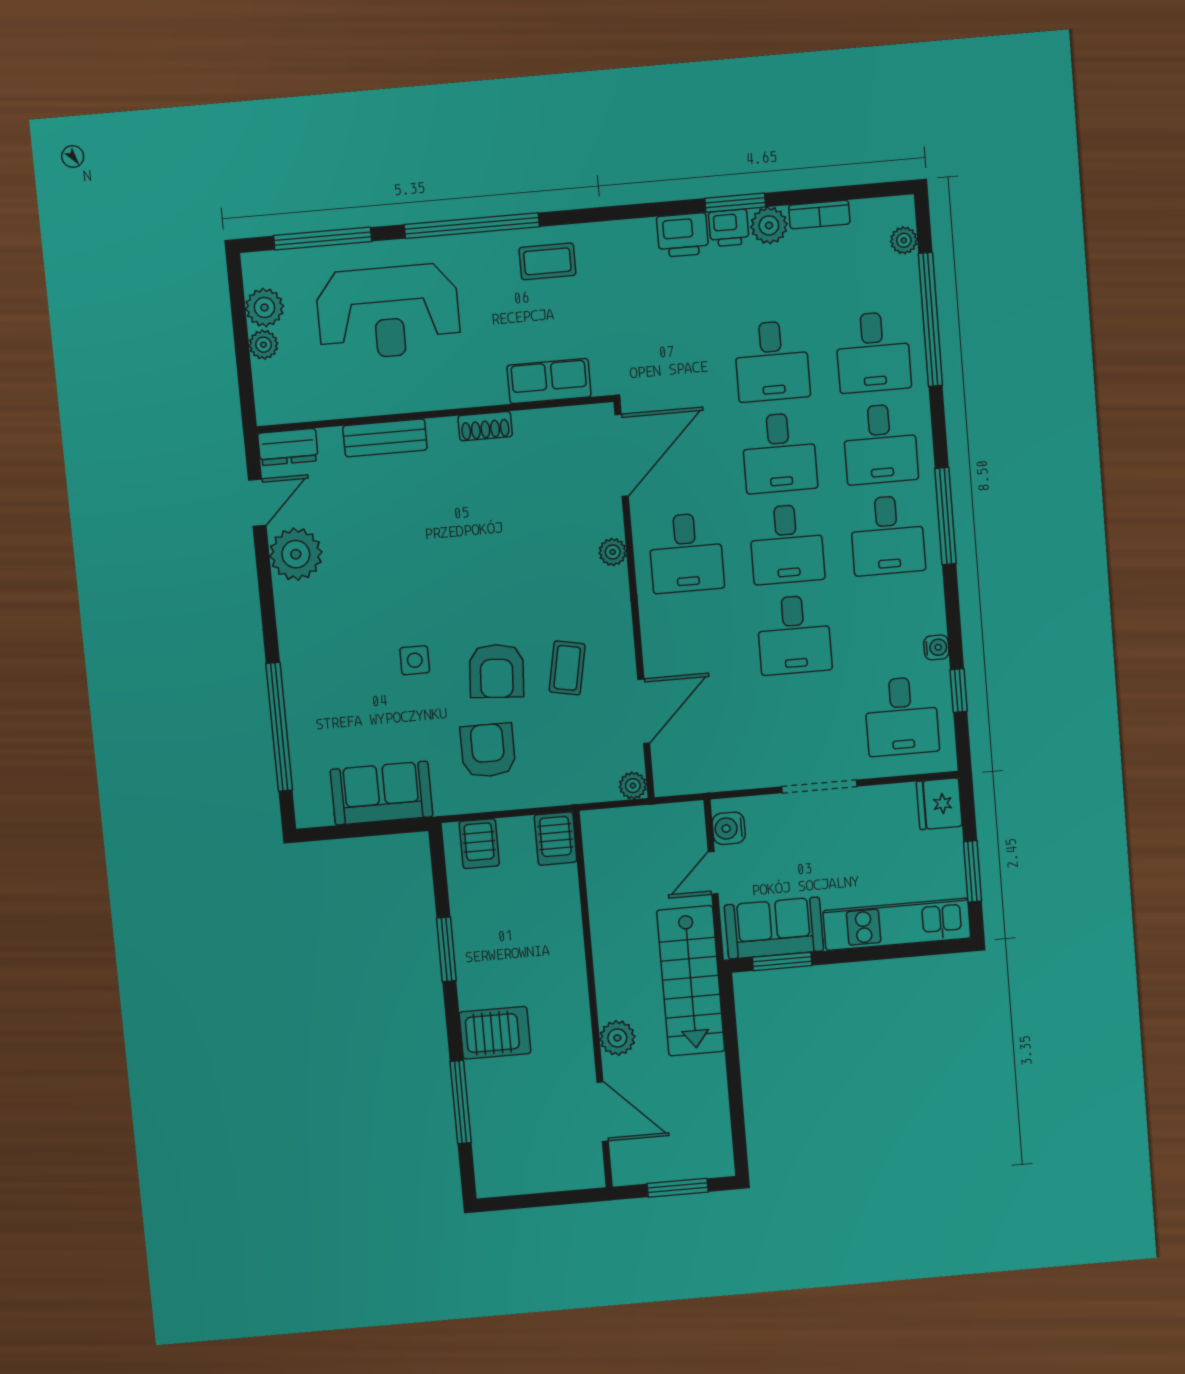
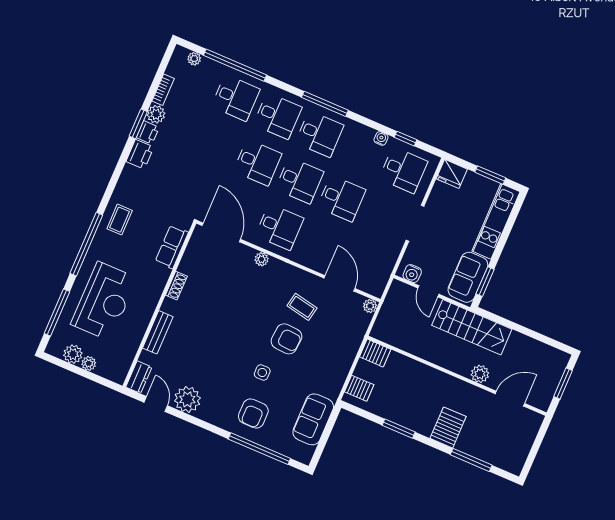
desk: (772, 361) -> (216, 144), removed
armchair: (488, 750) -> (253, 414), moved, turned -90

